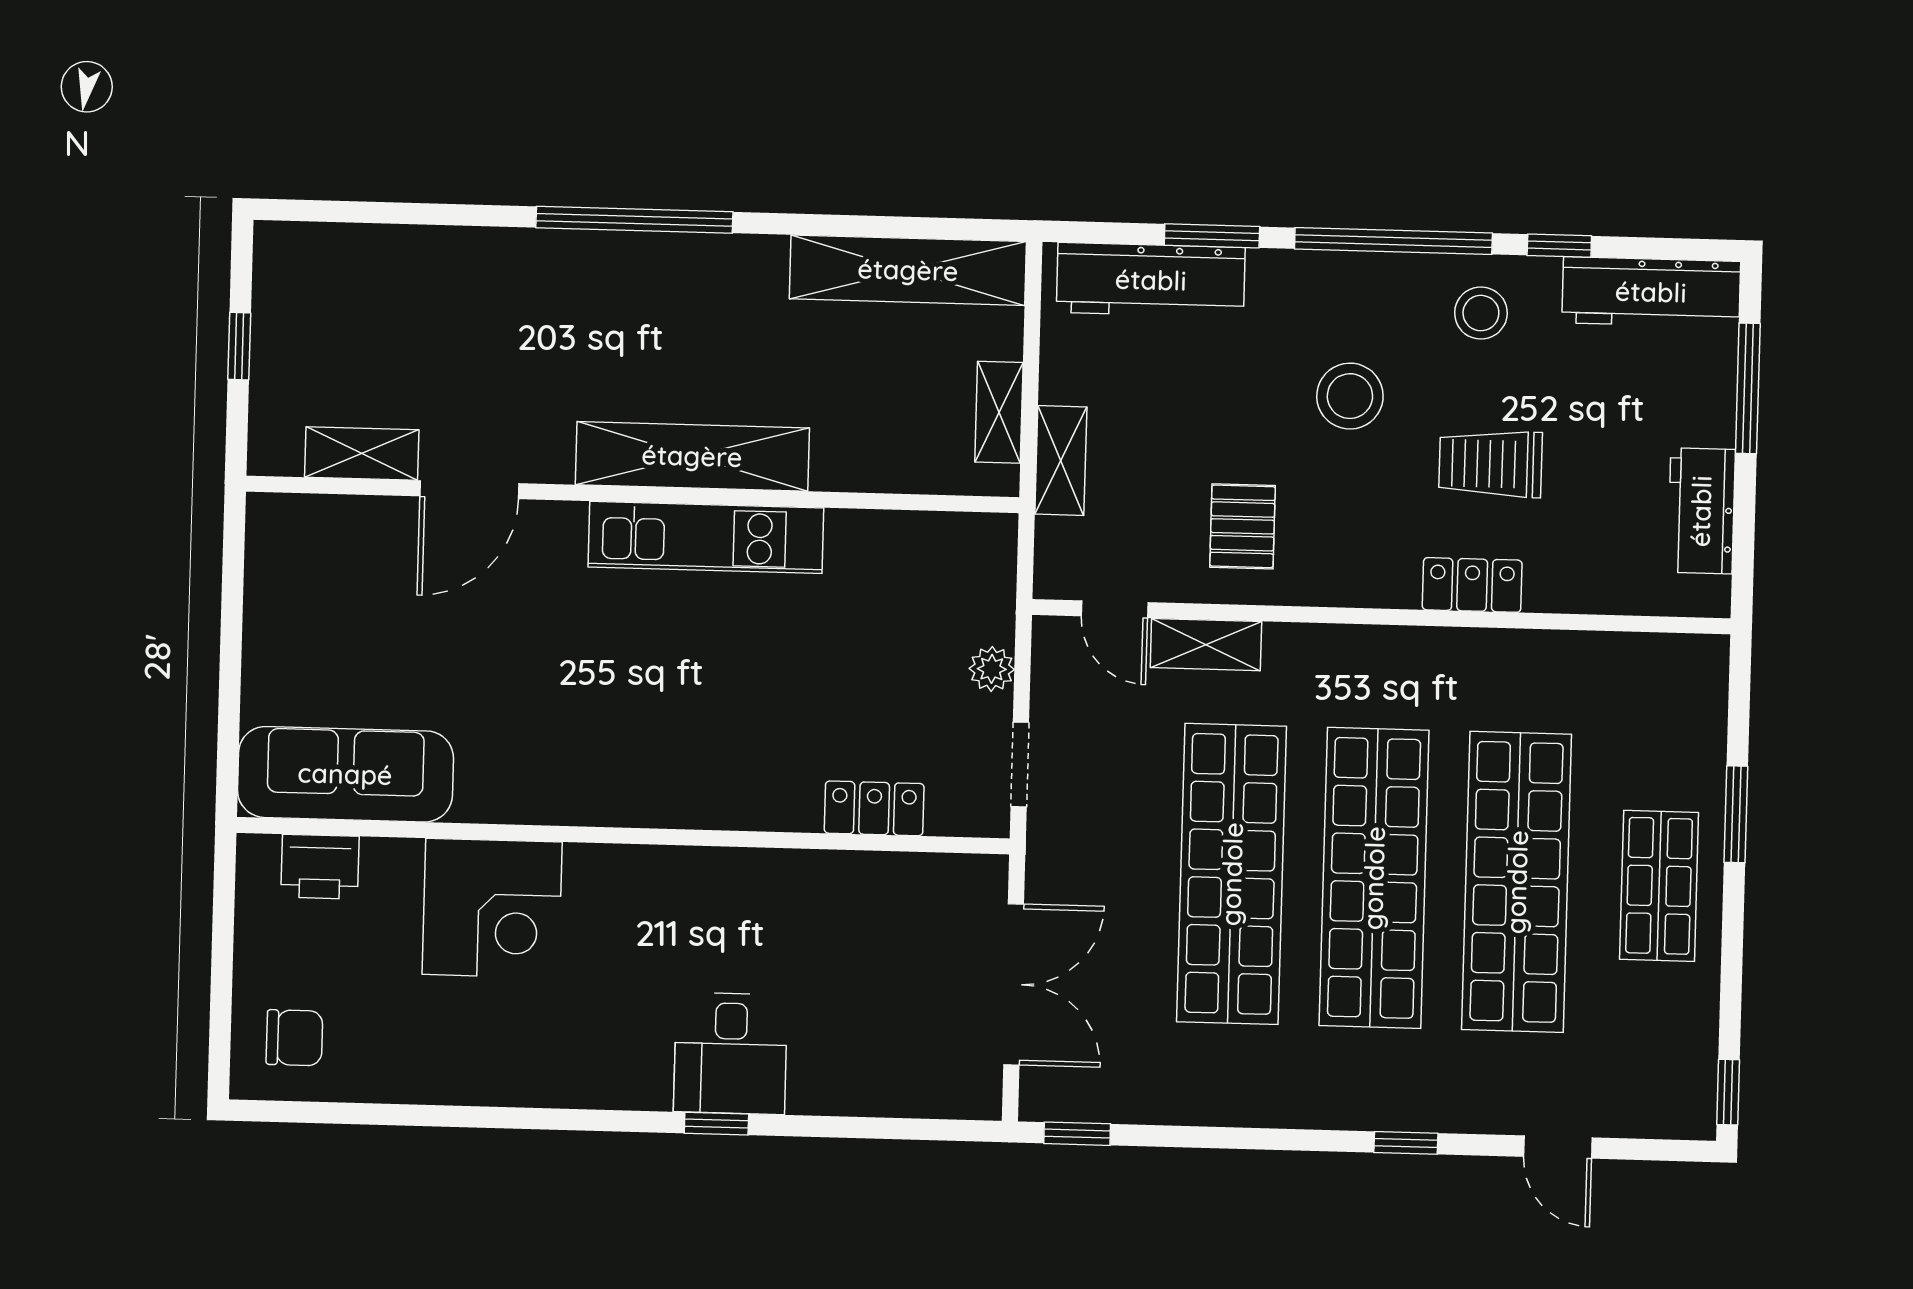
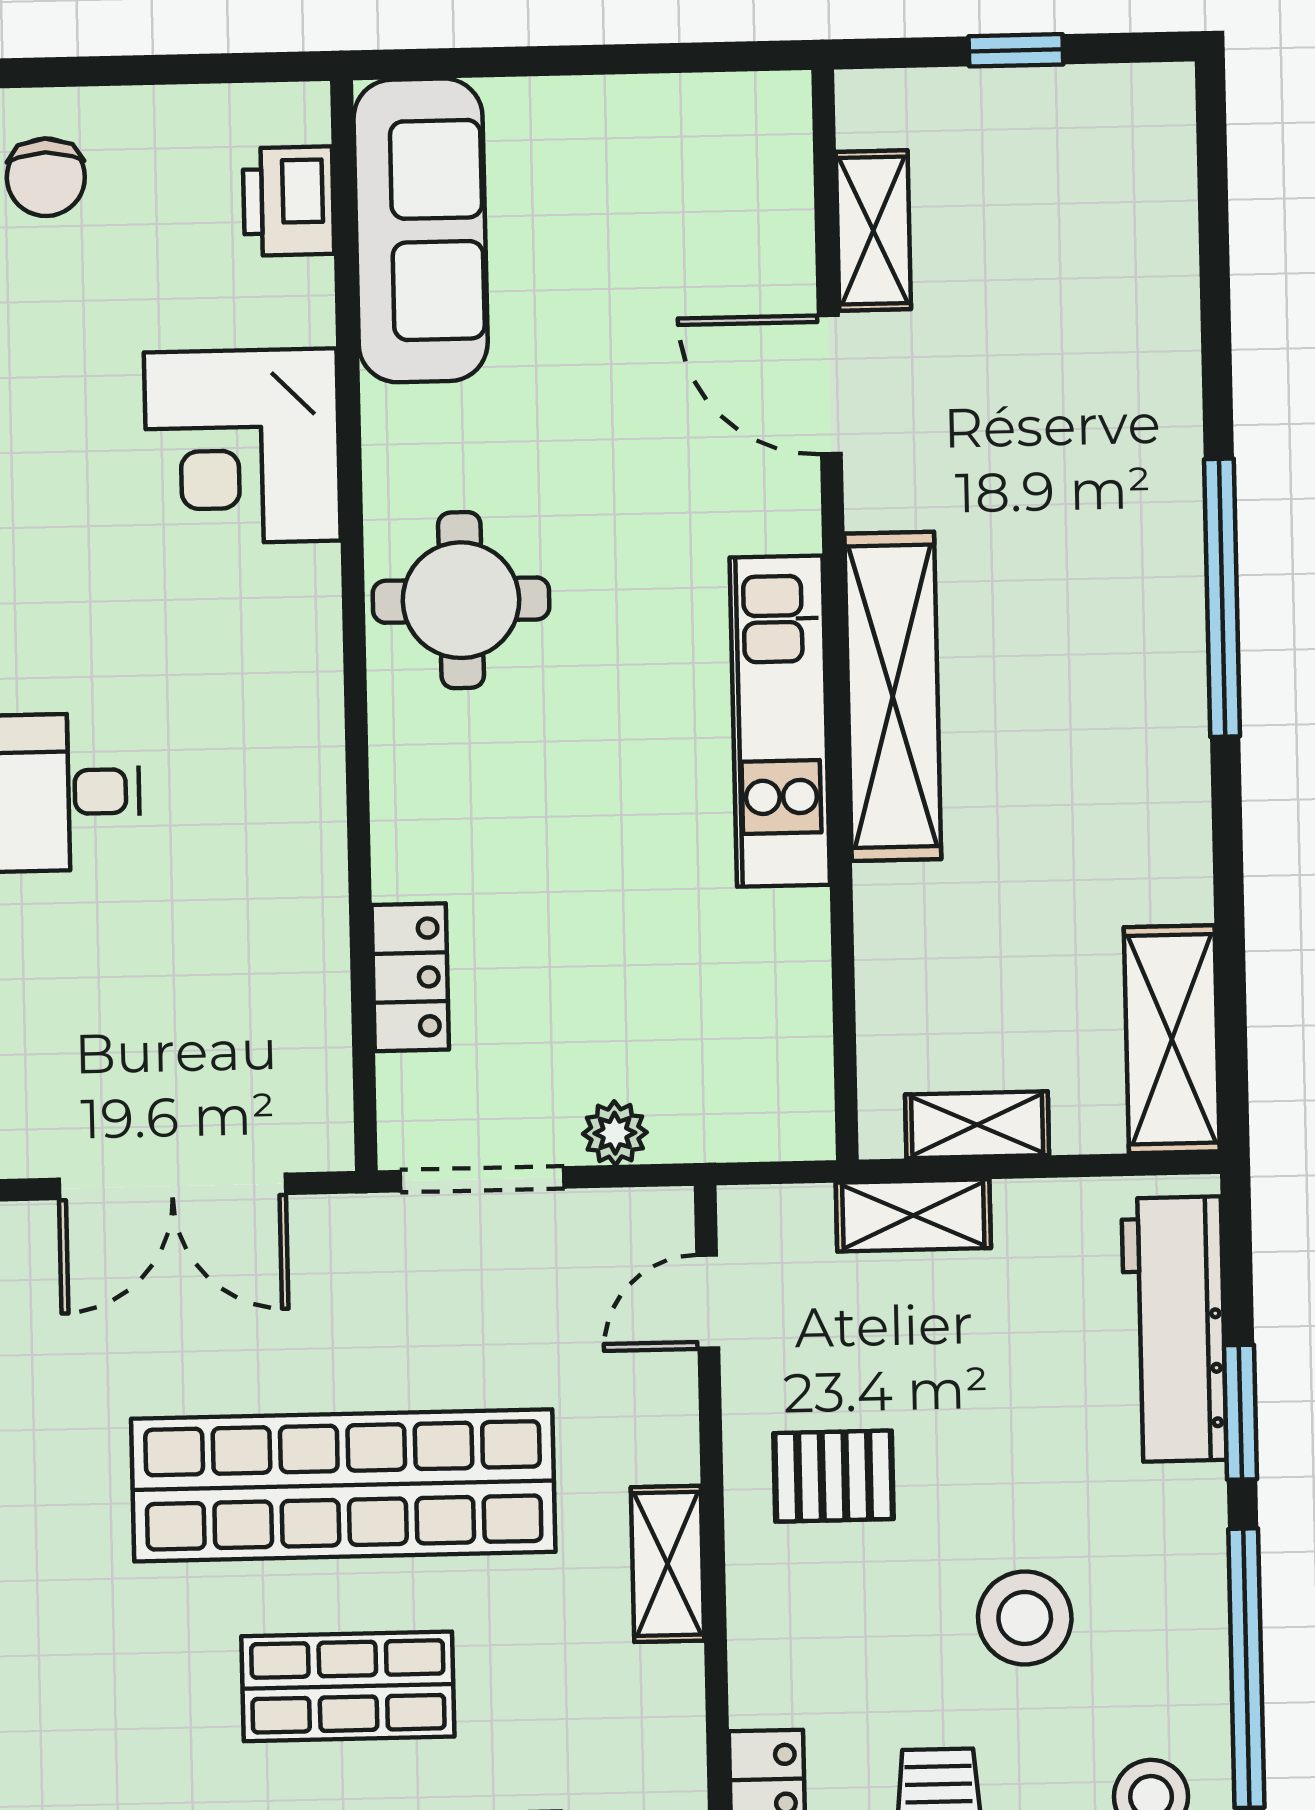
shelving: (908, 270) -> (1172, 1039), width x0.68
shelving: (1206, 645) -> (668, 1564), moved
round table: (609, 759) -> (461, 600), added
doorway: (1020, 765) -> (482, 1179), width x1.38
shop shelf: (1374, 878) -> (348, 1686), width x0.50, depth x0.74

